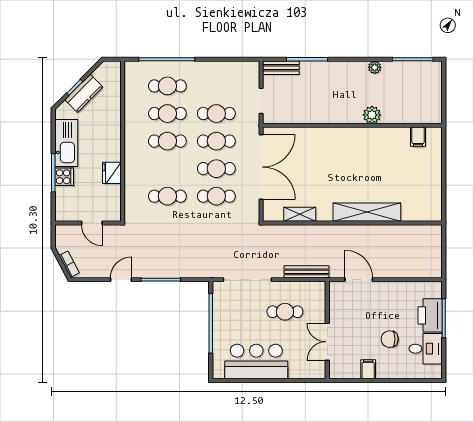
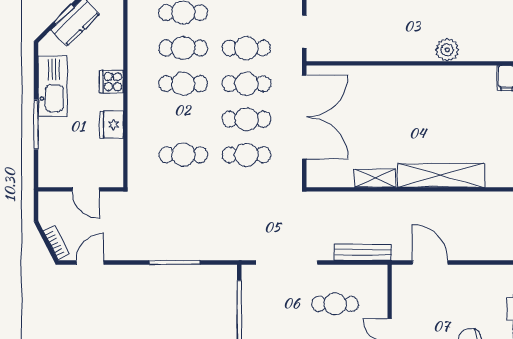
cooker: (64, 177) -> (111, 82), moved, turned 180
shelving: (300, 214) -> (375, 178), moved
door: (121, 280) -> (90, 262), moved

